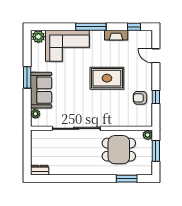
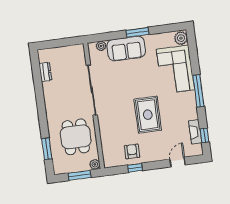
fireplace: (116, 35) -> (195, 132), moved
dresser: (40, 170) -> (45, 72), moved

